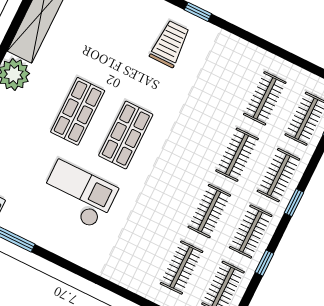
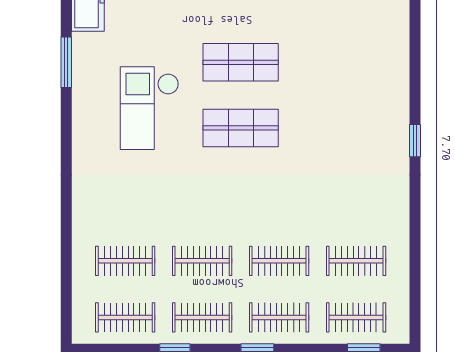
trolley: (170, 44) -> (365, 127), removed
checkout: (78, 195) -> (149, 108), turned 180

